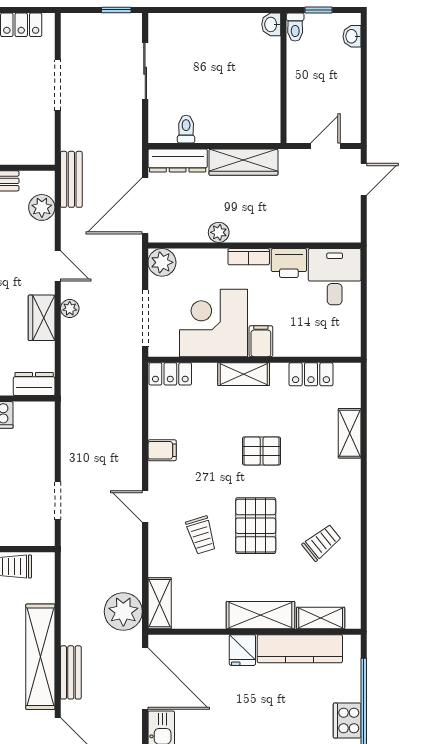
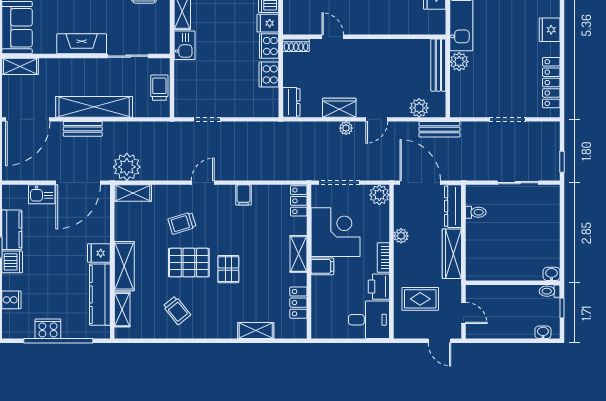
rug: (306, 206) -> (420, 299), added
pallet: (262, 451) -> (228, 269), moved

